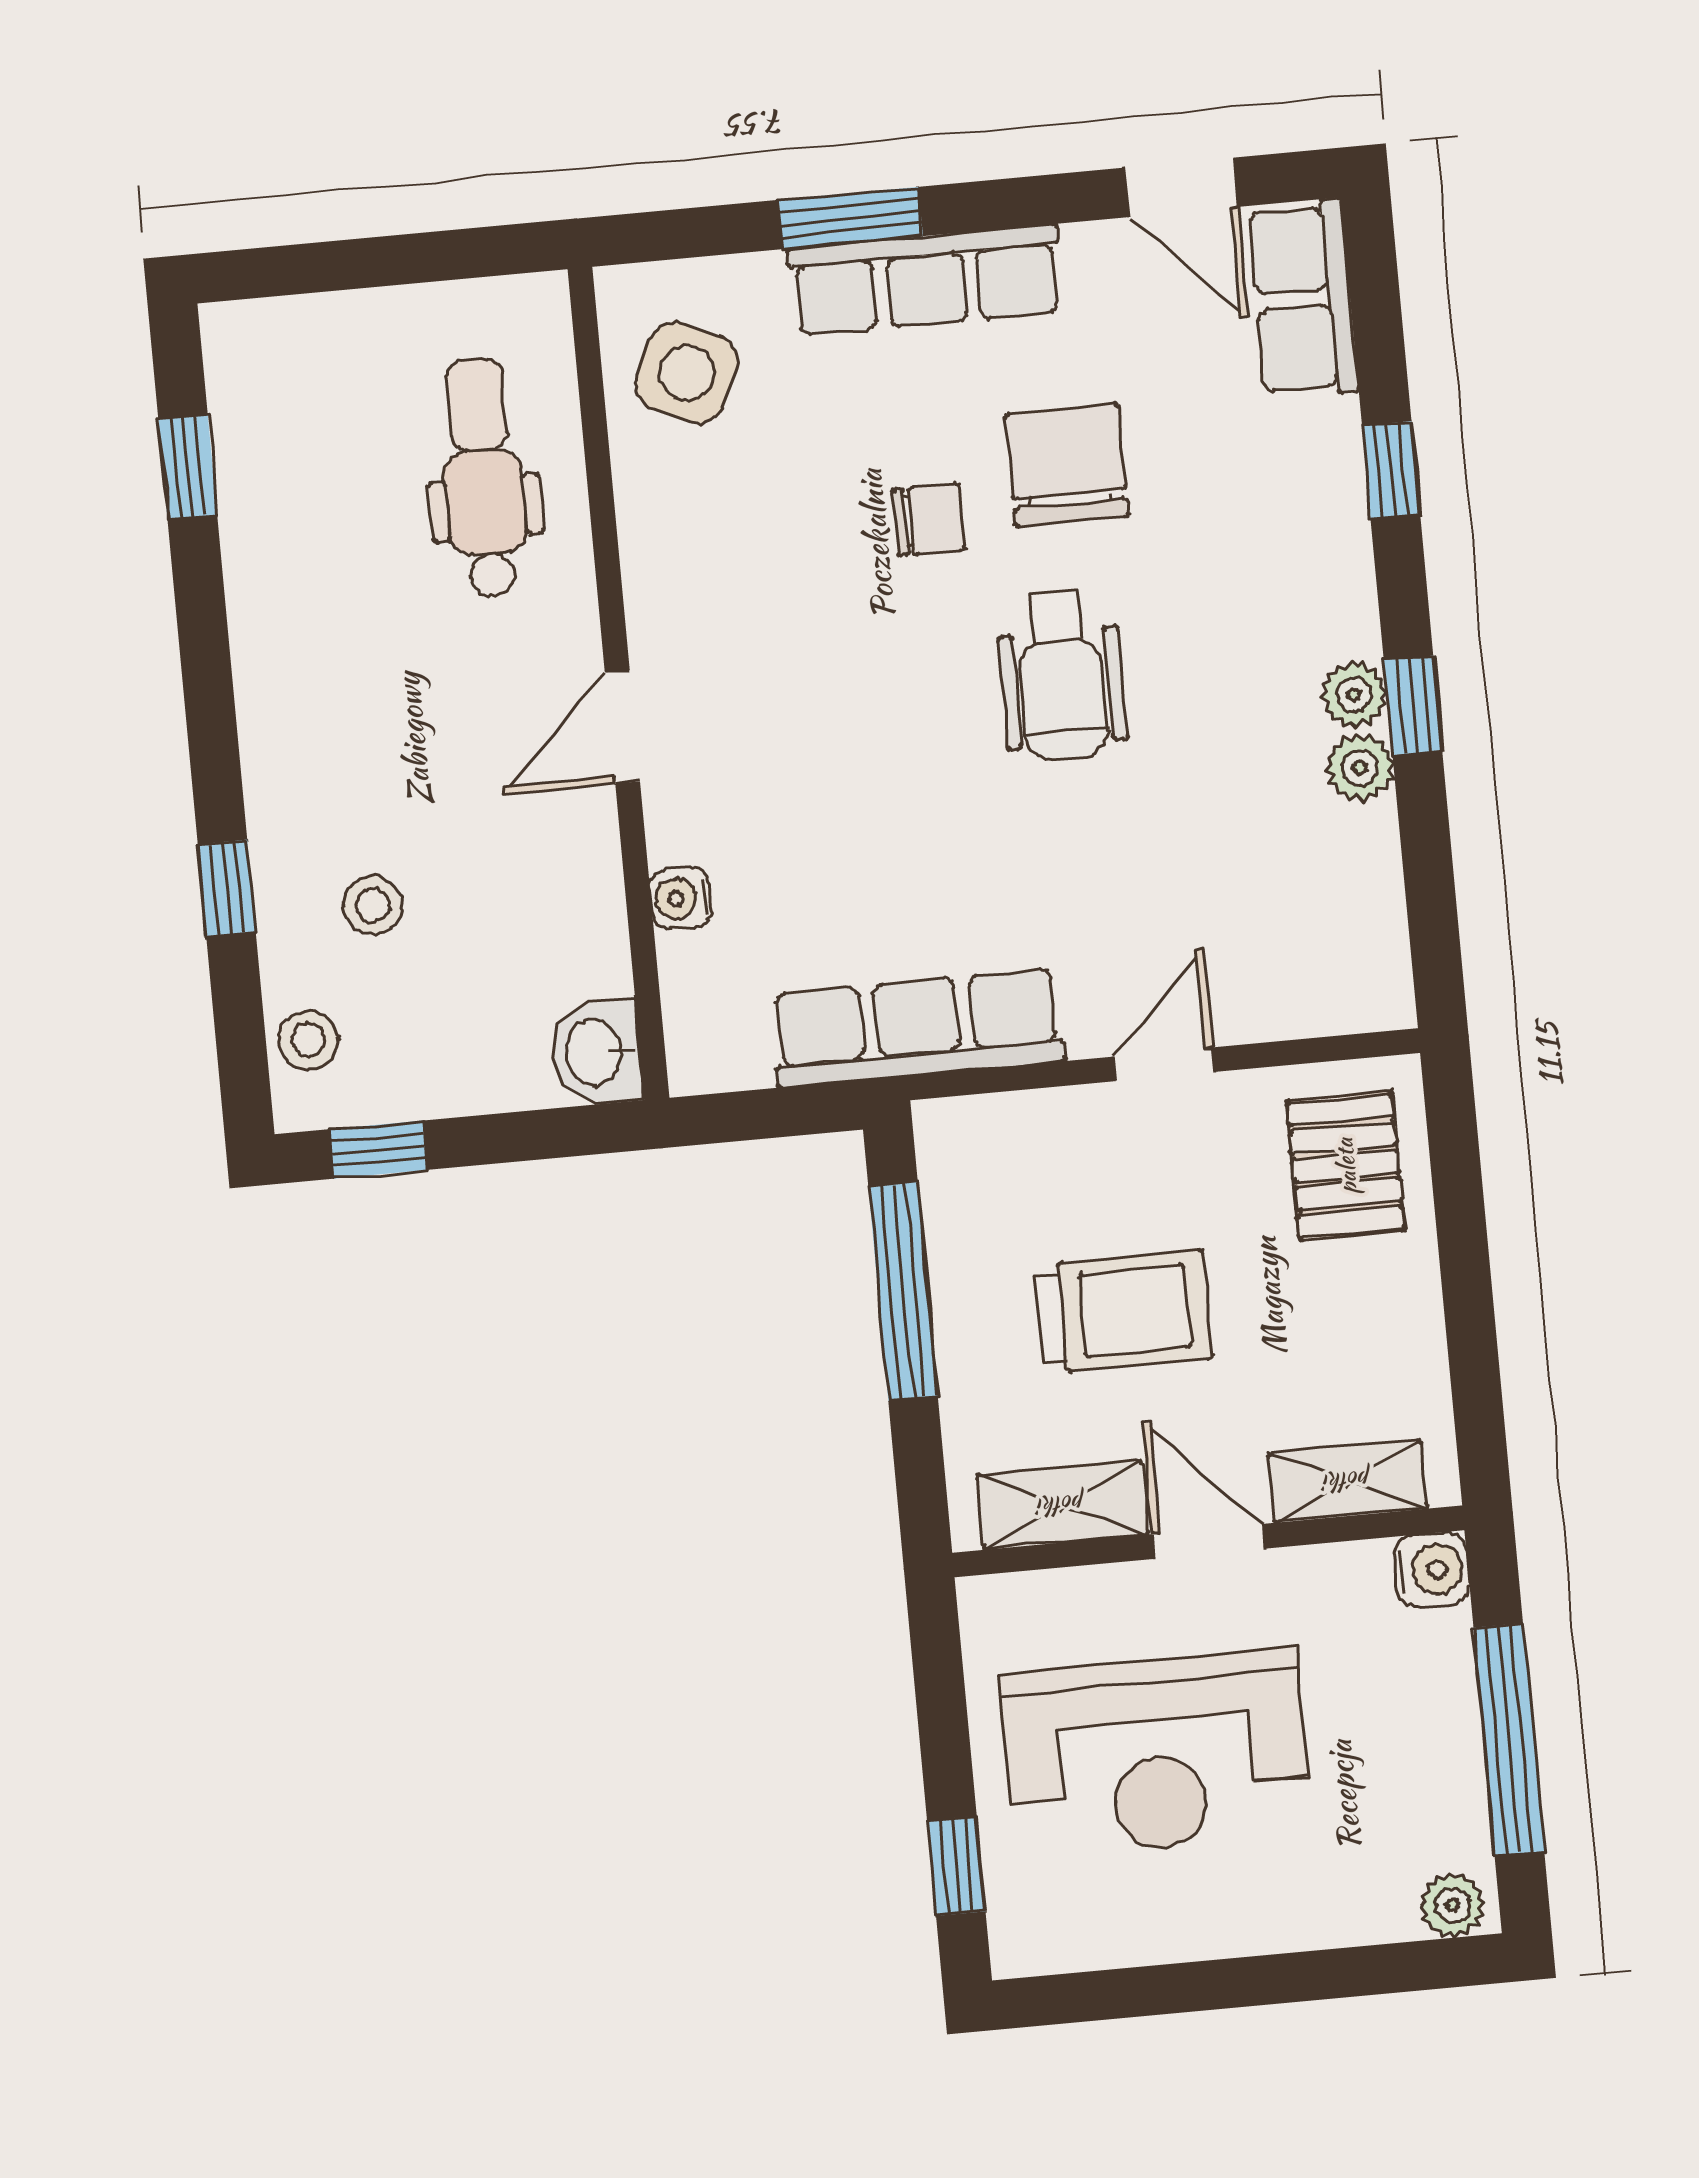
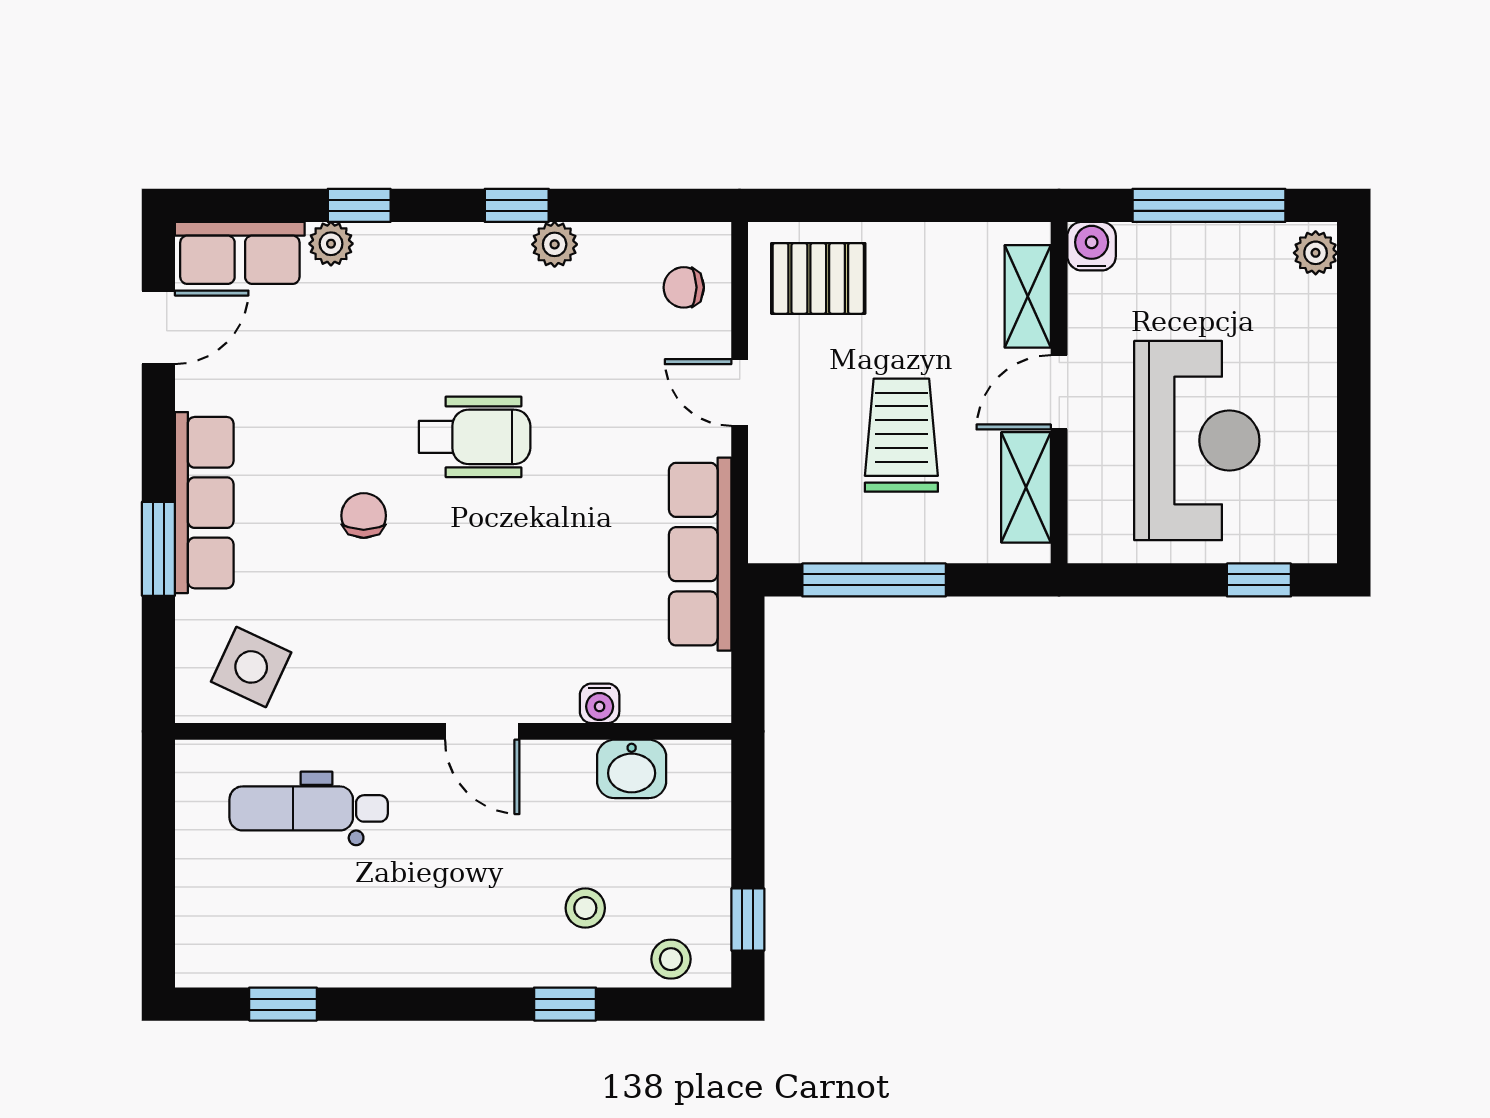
chair: (1067, 465) -> (684, 287), moved, width x0.54, depth x0.54
plant: (1354, 695) -> (331, 244), moved
washbasin: (596, 1052) -> (632, 769), moved

